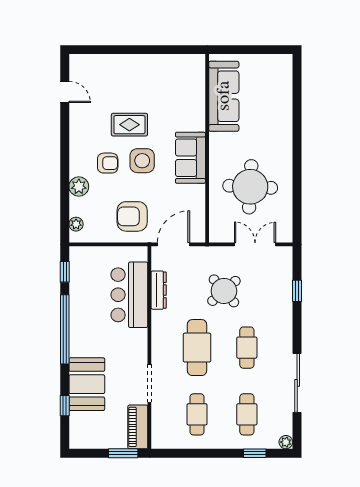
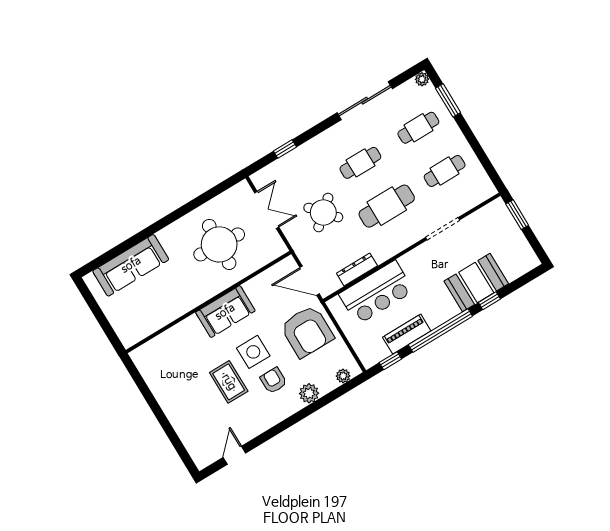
sofa: (224, 96) -> (131, 265), moved, turned 180
armchair: (132, 216) -> (307, 331), width x1.36, depth x1.36
double door: (255, 244) -> (267, 210), swing flipped
window: (65, 406) -> (489, 301), moved
piano: (138, 427) -> (407, 334), moved, turned 180
window: (255, 453) -> (448, 100), width x1.50

